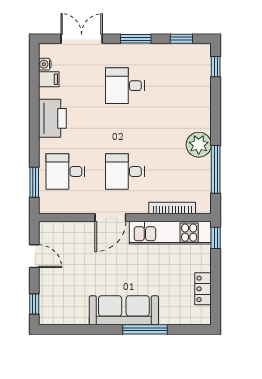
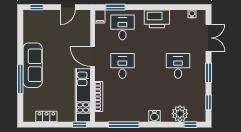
filing cabinet: (49, 79) -> (100, 17), moved
water cooler: (203, 122) -> (154, 116), added
plant: (199, 145) -> (180, 114), moved

